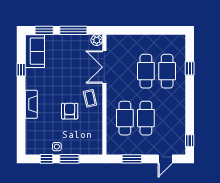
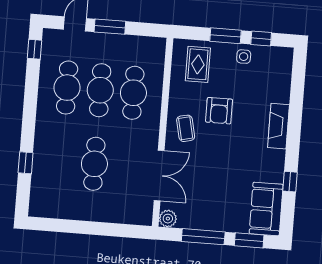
cafe table: (167, 71) -> (67, 88), moved
rug: (85, 139) -> (198, 64), added
window: (132, 159) -> (110, 27), moved

